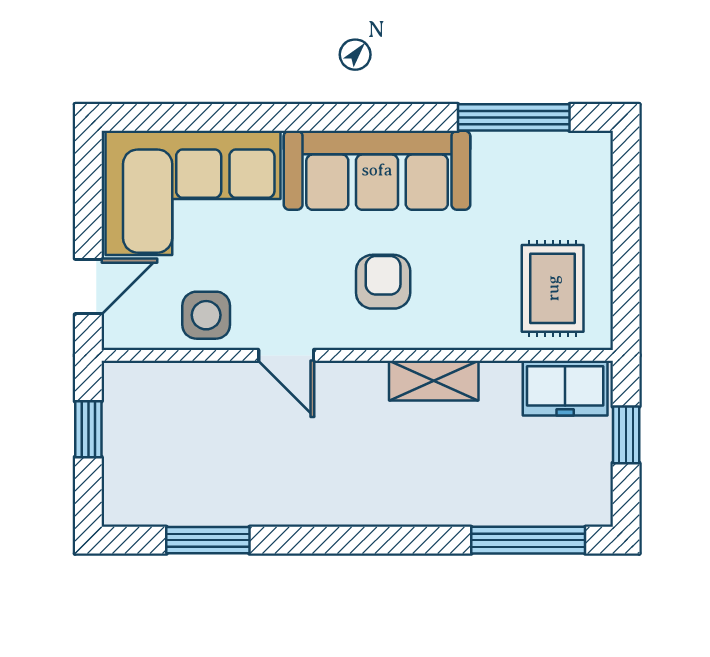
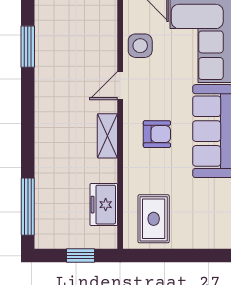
rug: (553, 288) -> (154, 219), turned 90
shelving: (434, 381) -> (107, 136), moved
freezer: (565, 388) -> (104, 205), moved

